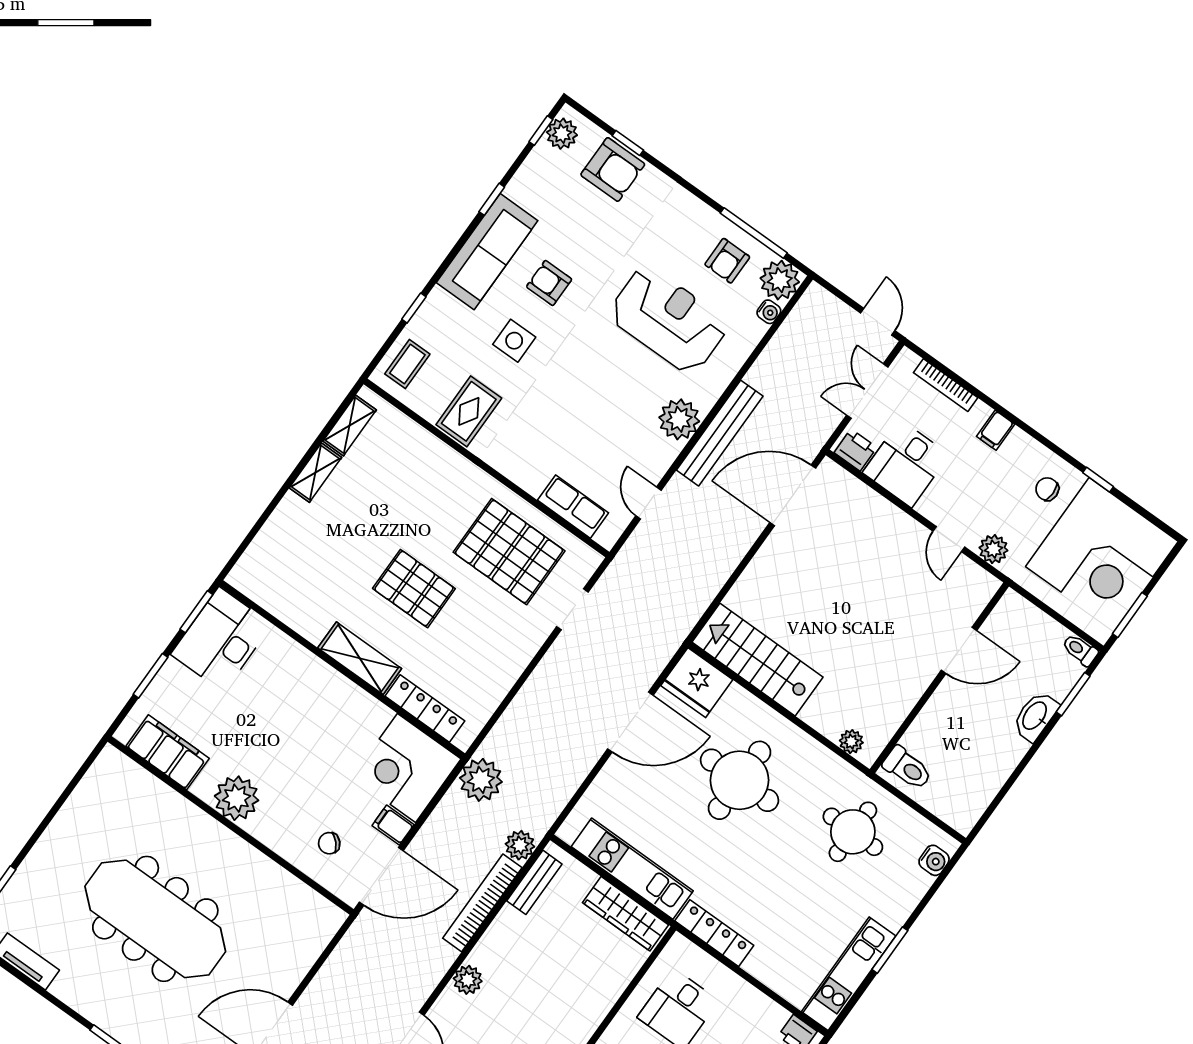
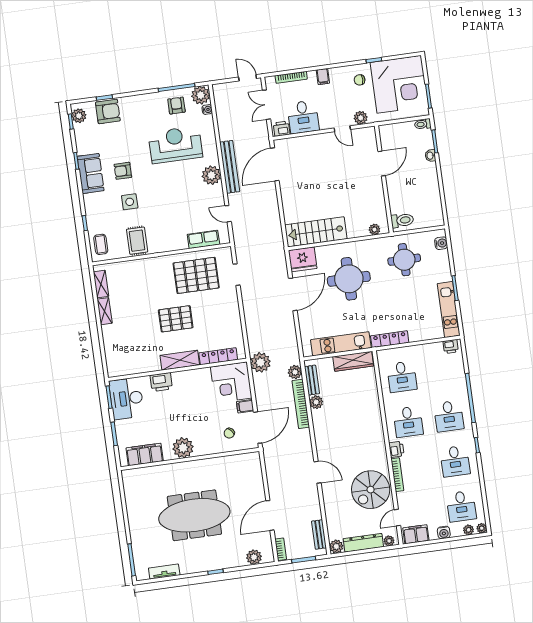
sofa: (487, 252) -> (91, 173), width x0.73
armchair: (727, 261) -> (176, 106), turned 180
printer: (299, 665) -> (161, 382), added
washbasin: (1035, 716) -> (430, 156), width x0.52, depth x0.69
plant: (468, 980) -> (316, 402), moved

